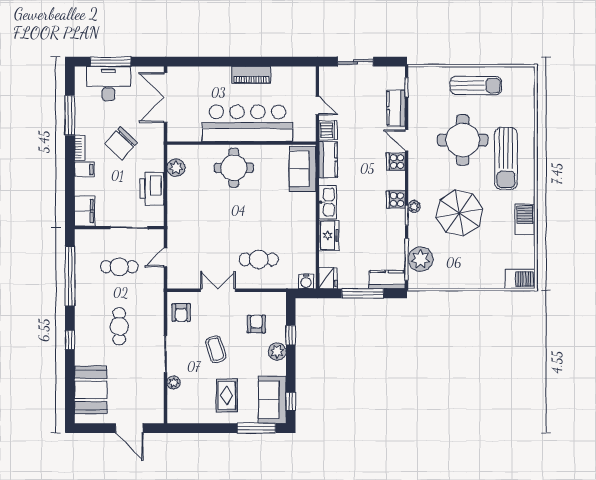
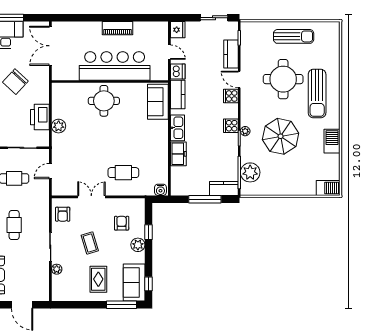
sliding door: (355, 62) -> (214, 18), moved
plant: (176, 168) -> (59, 126), moved
fridge: (328, 278) -> (178, 30), moved

